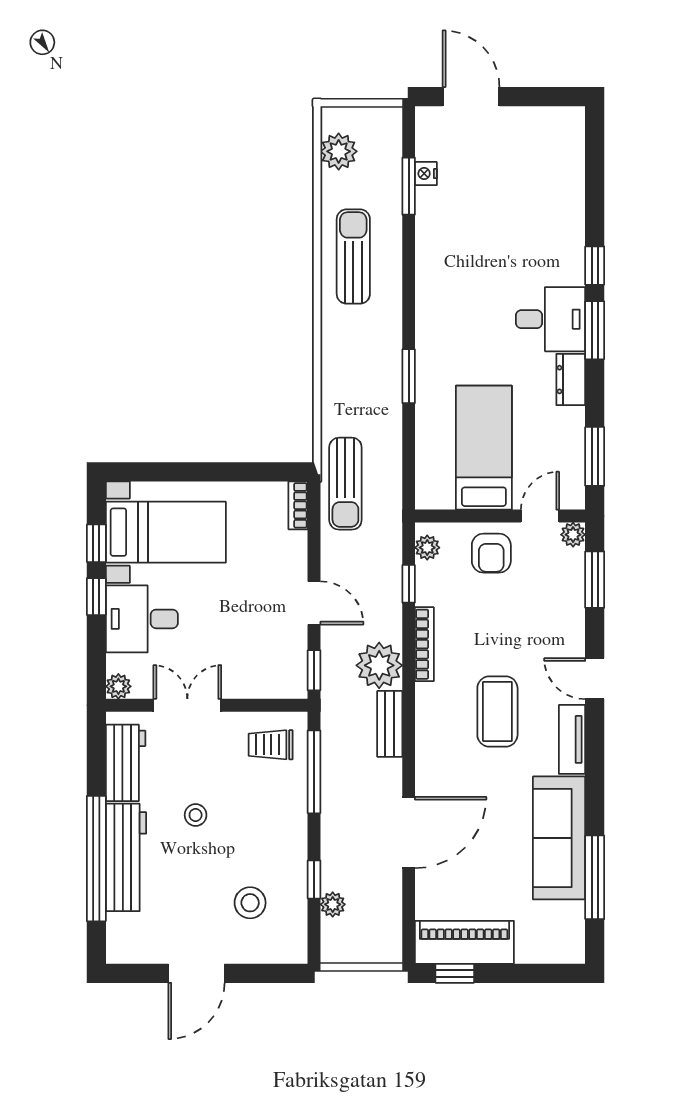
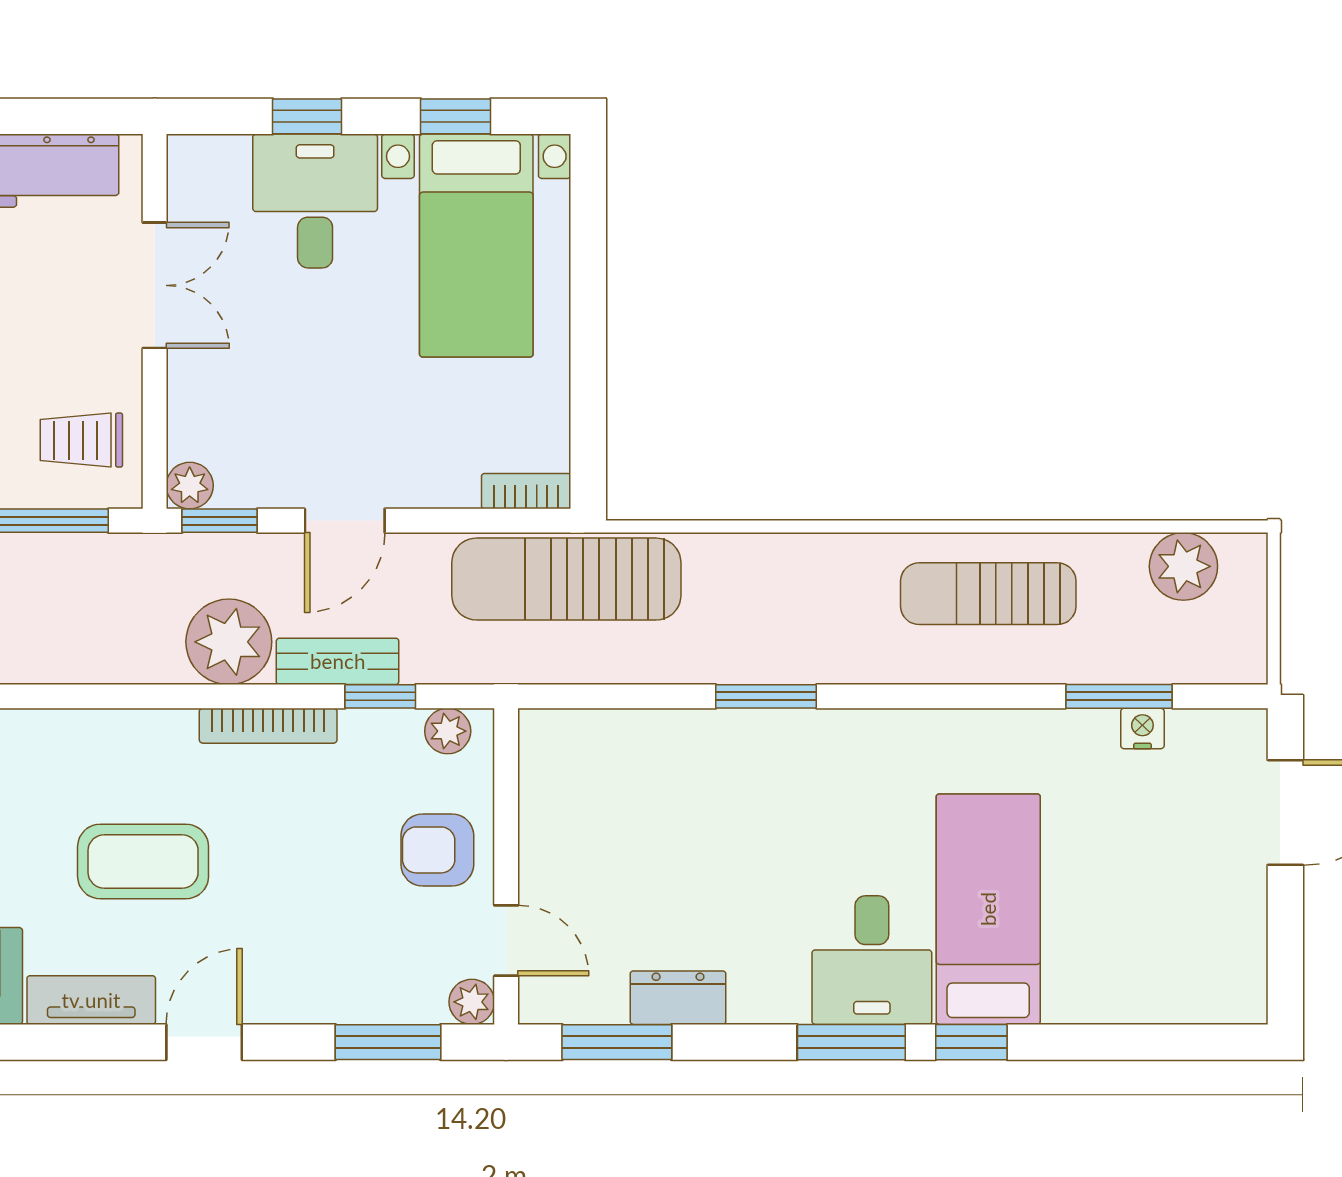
sun lounger: (353, 257) -> (988, 594), turned 180
dresser: (571, 380) -> (678, 998), moved
bed: (484, 448) -> (988, 909), moved, turned -90
sun lounger: (345, 484) -> (566, 579), width x1.36, depth x1.34
window: (96, 597) -> (307, 116), moved
plant: (118, 686) -> (190, 486), moved
bench: (390, 724) -> (338, 661), moved
trolley: (271, 745) -> (81, 440), turned -90

